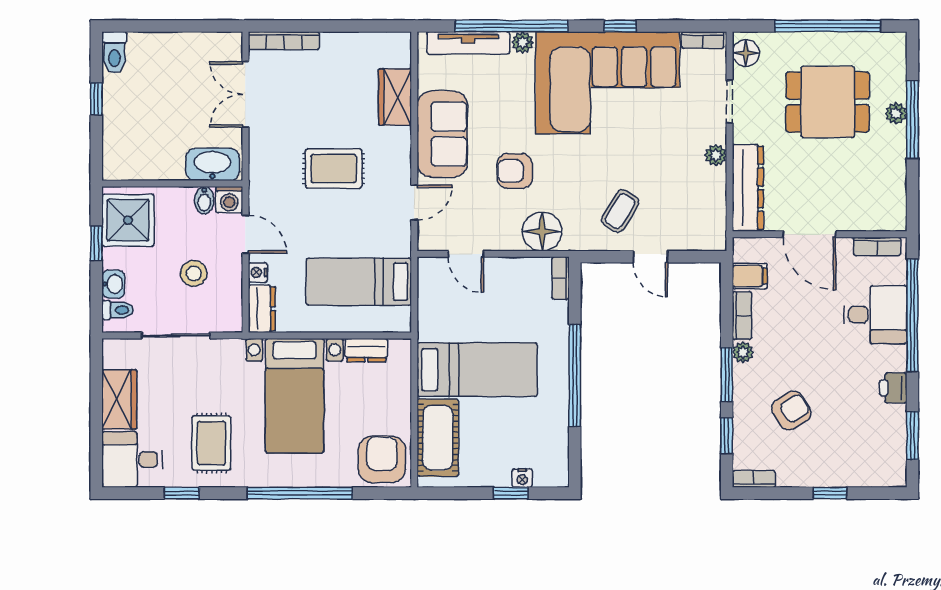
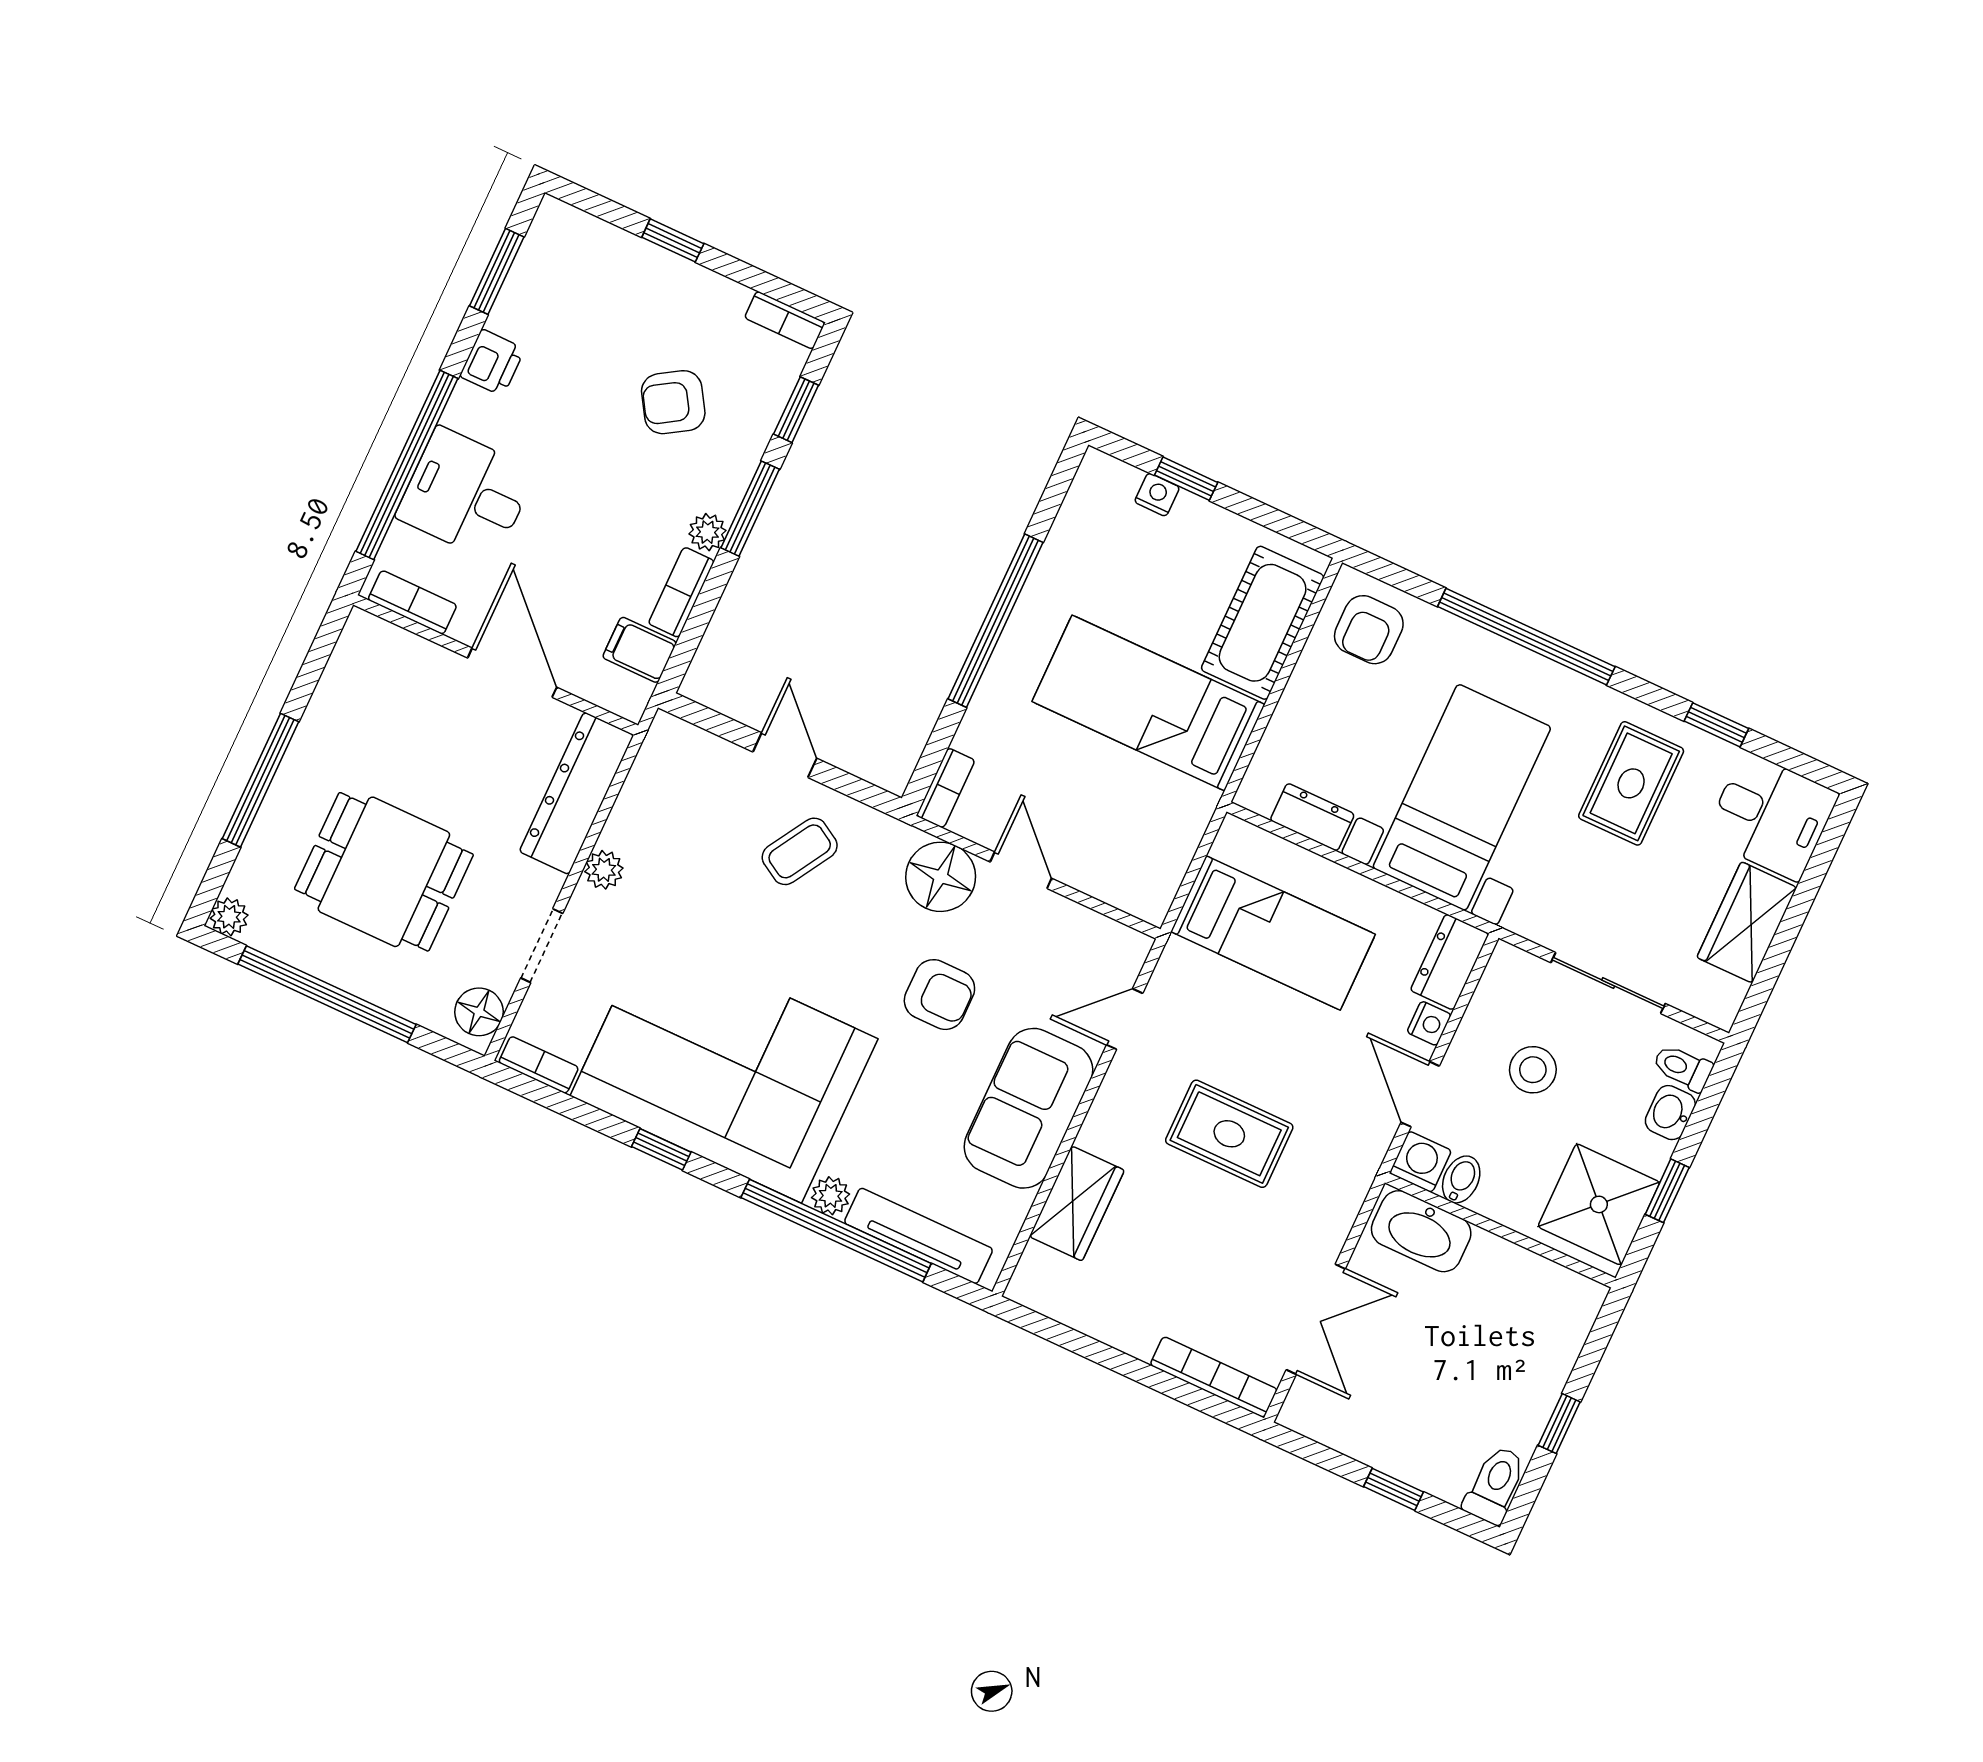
window: (165, 26) -> (1393, 1489), added
plant: (896, 113) -> (229, 917), moved
door: (466, 254) -> (1021, 870), moved
armchair: (382, 459) -> (1369, 630), width x0.72, depth x0.72

